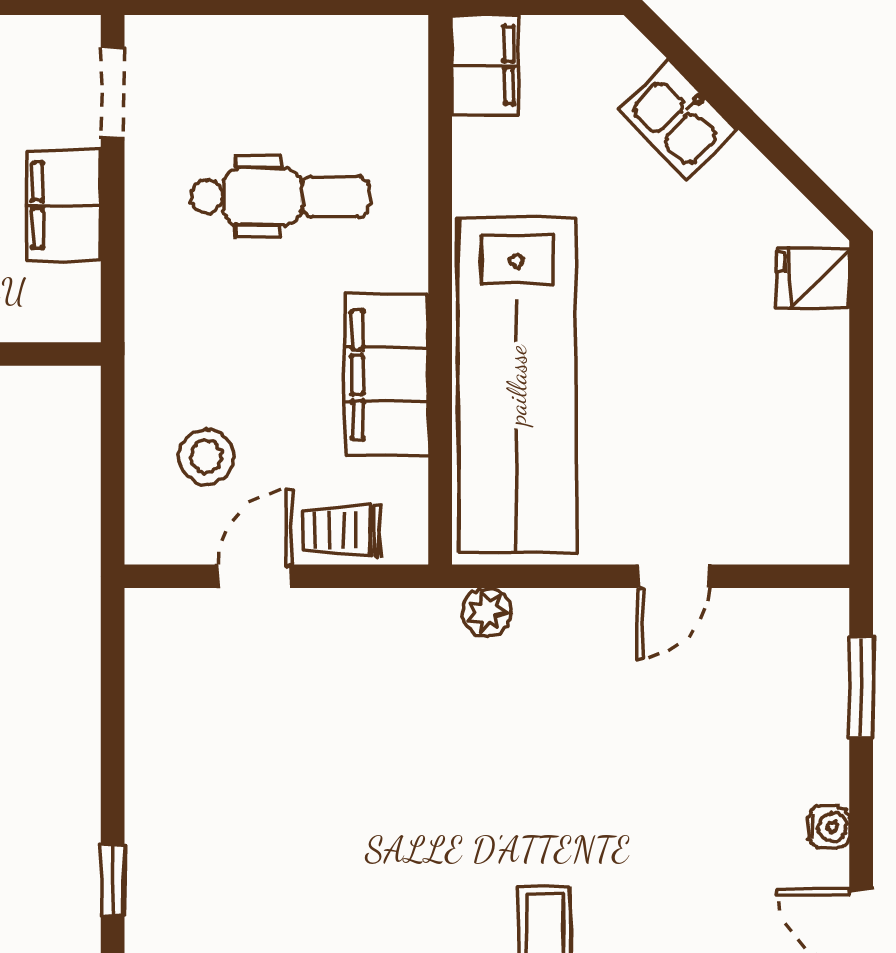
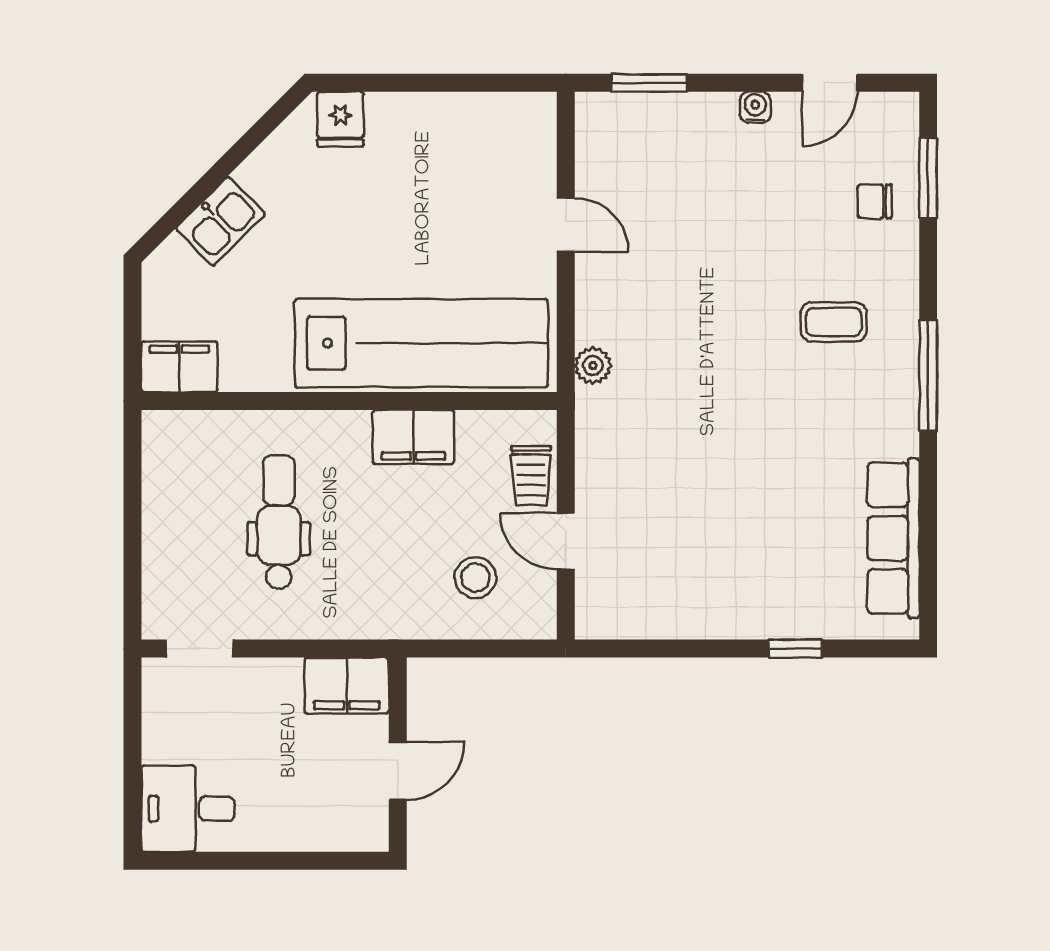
filing cabinet: (64, 205) -> (347, 685), moved
filing cabinet: (387, 375) -> (413, 437), width x0.67, depth x0.86

